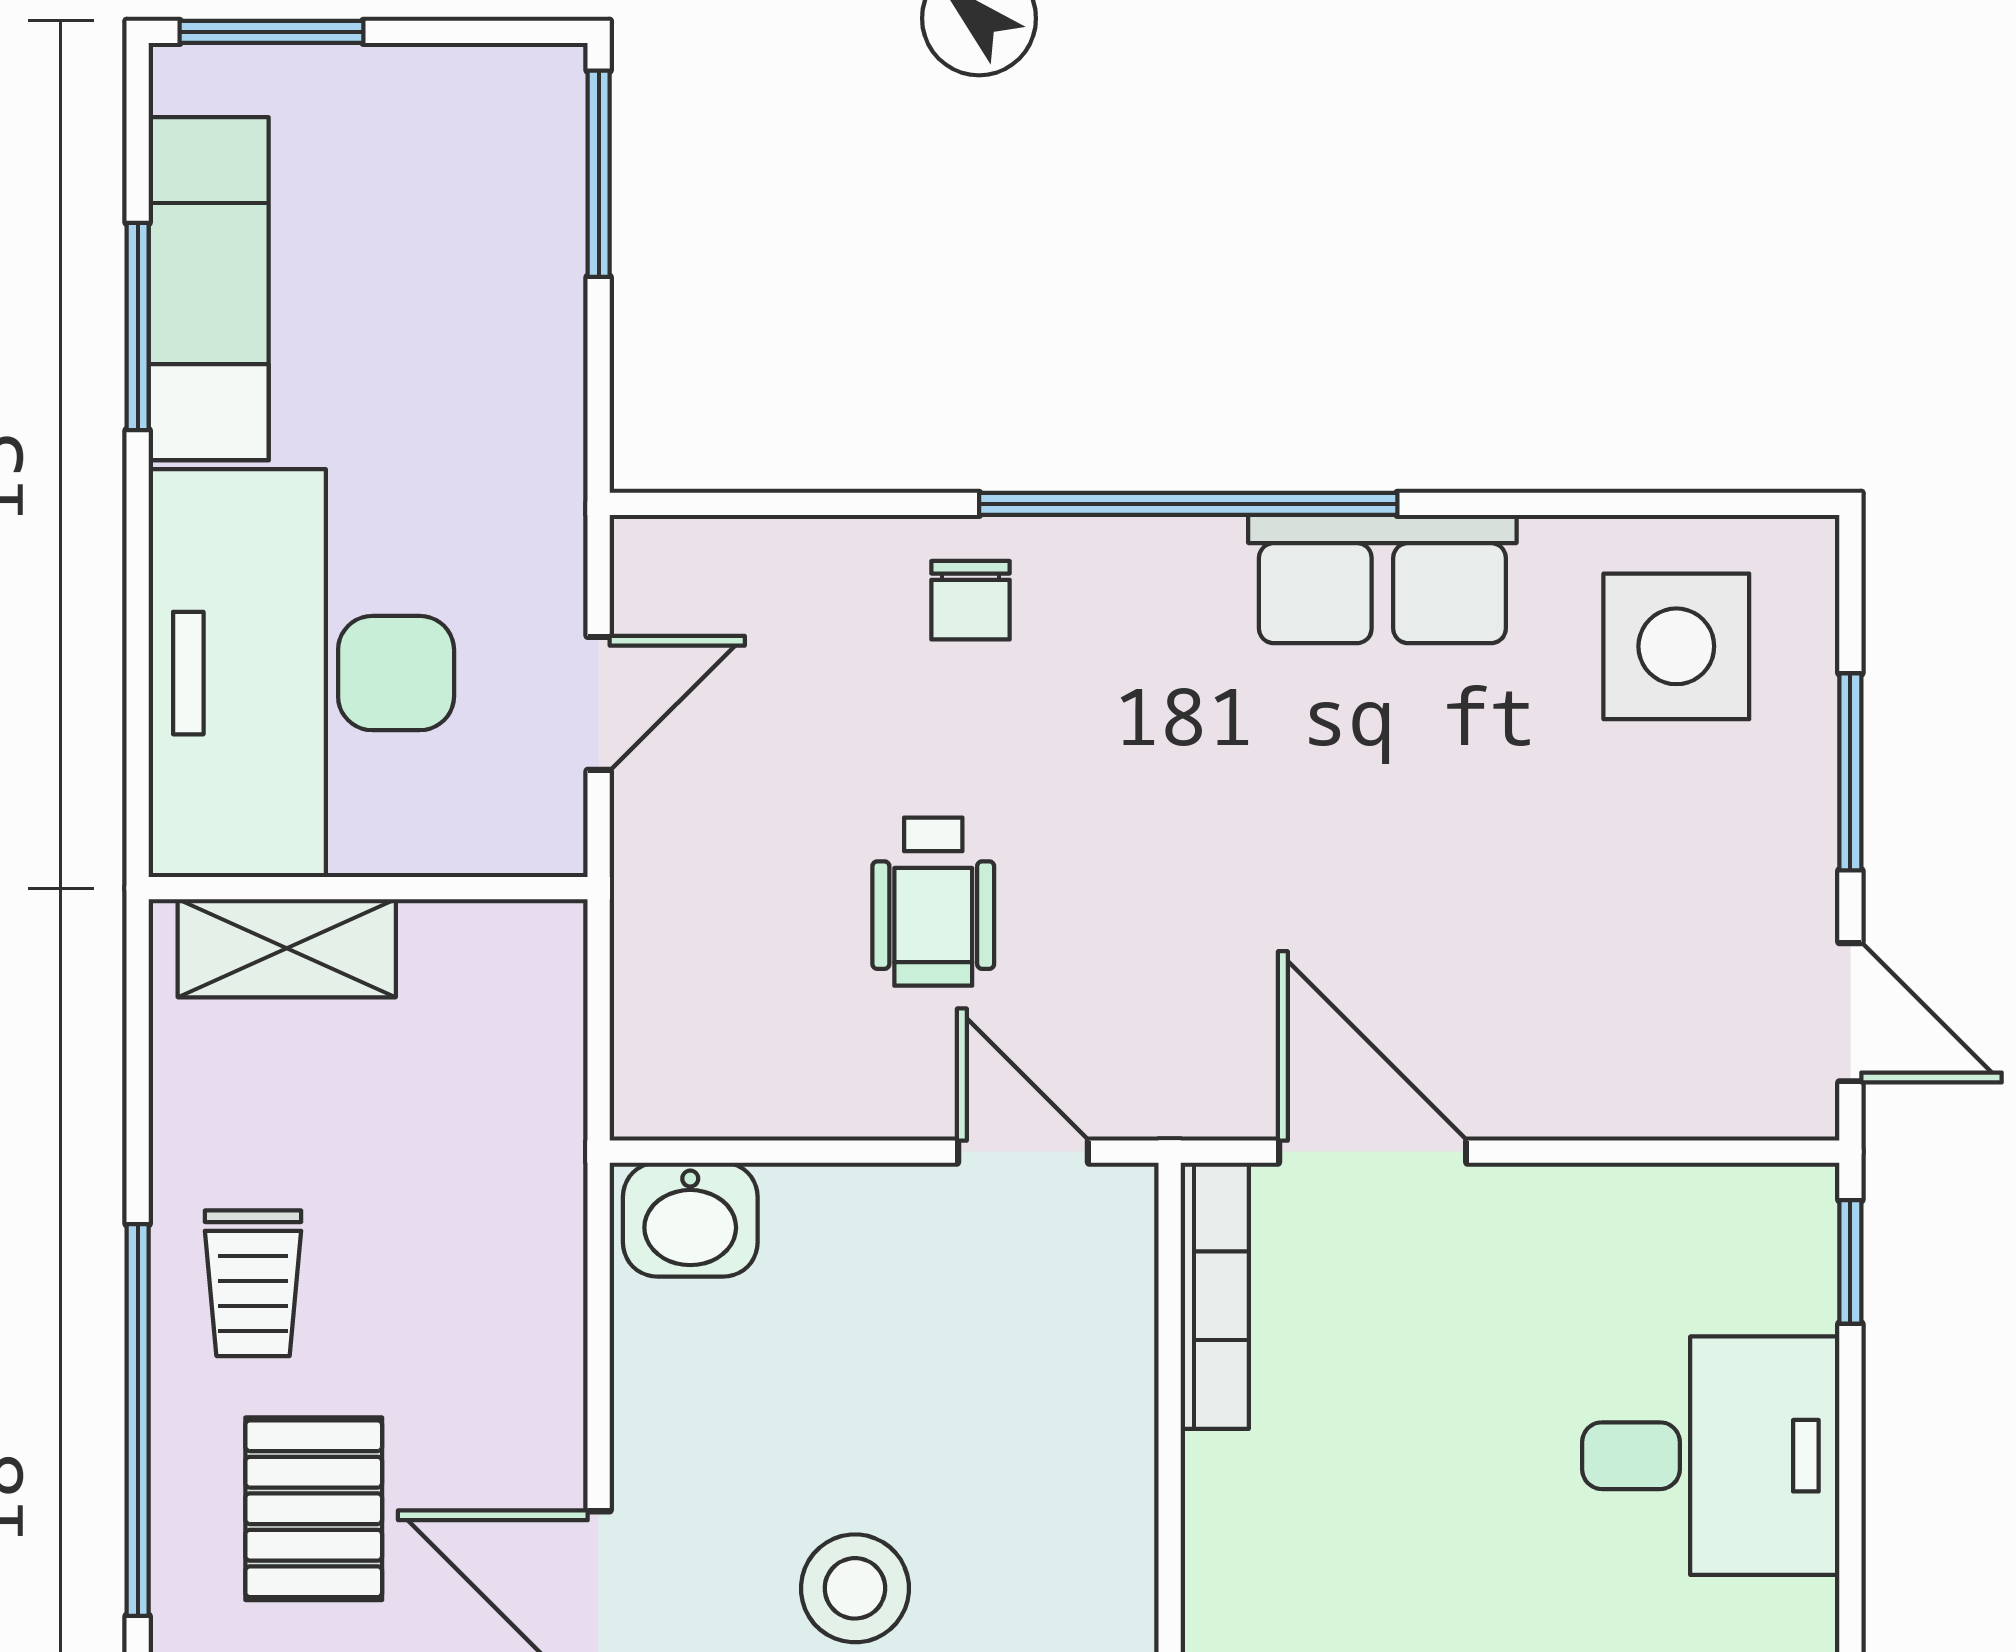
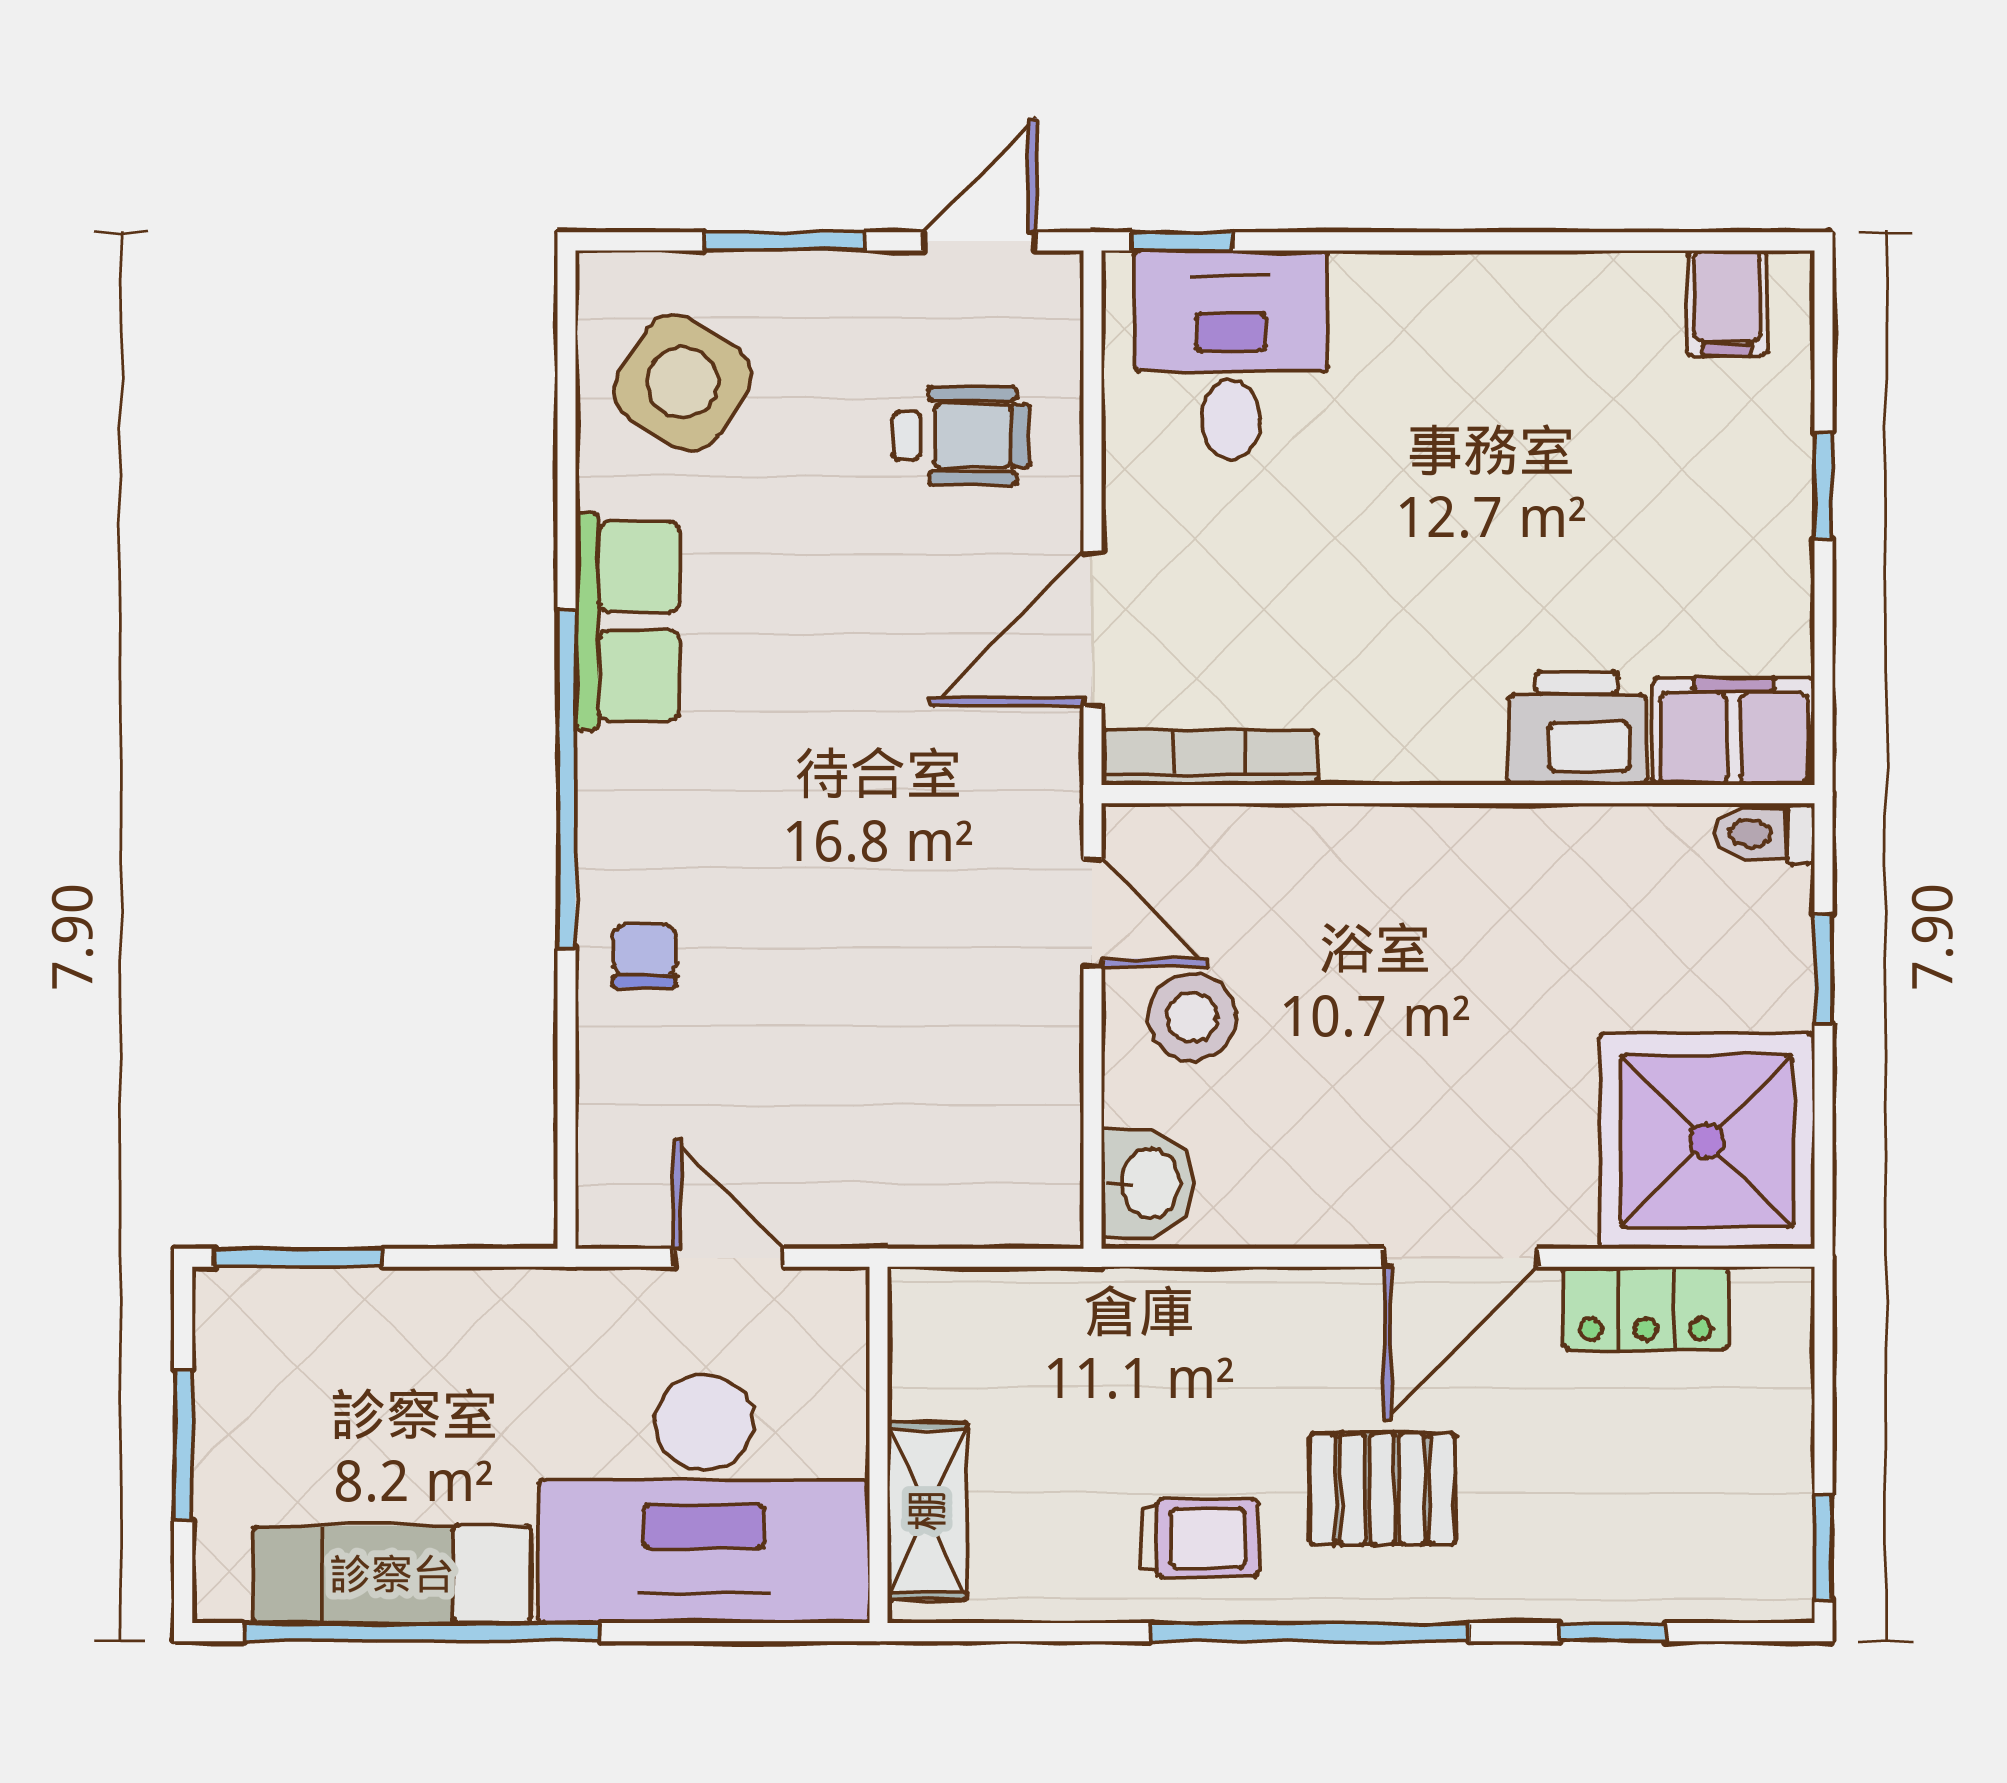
window: (271, 32) -> (183, 1445), moved
window: (138, 326) -> (422, 1632), width x2.11
chair: (970, 600) -> (645, 956), turned -90
side table: (1676, 646) -> (682, 383), turned 32
wheelchair: (933, 902) -> (961, 436), moved
door: (1023, 1152) -> (1092, 913), swing flipped
desk: (1711, 1456) -> (1231, 355), moved
stool: (855, 1588) -> (1192, 1017), moved

